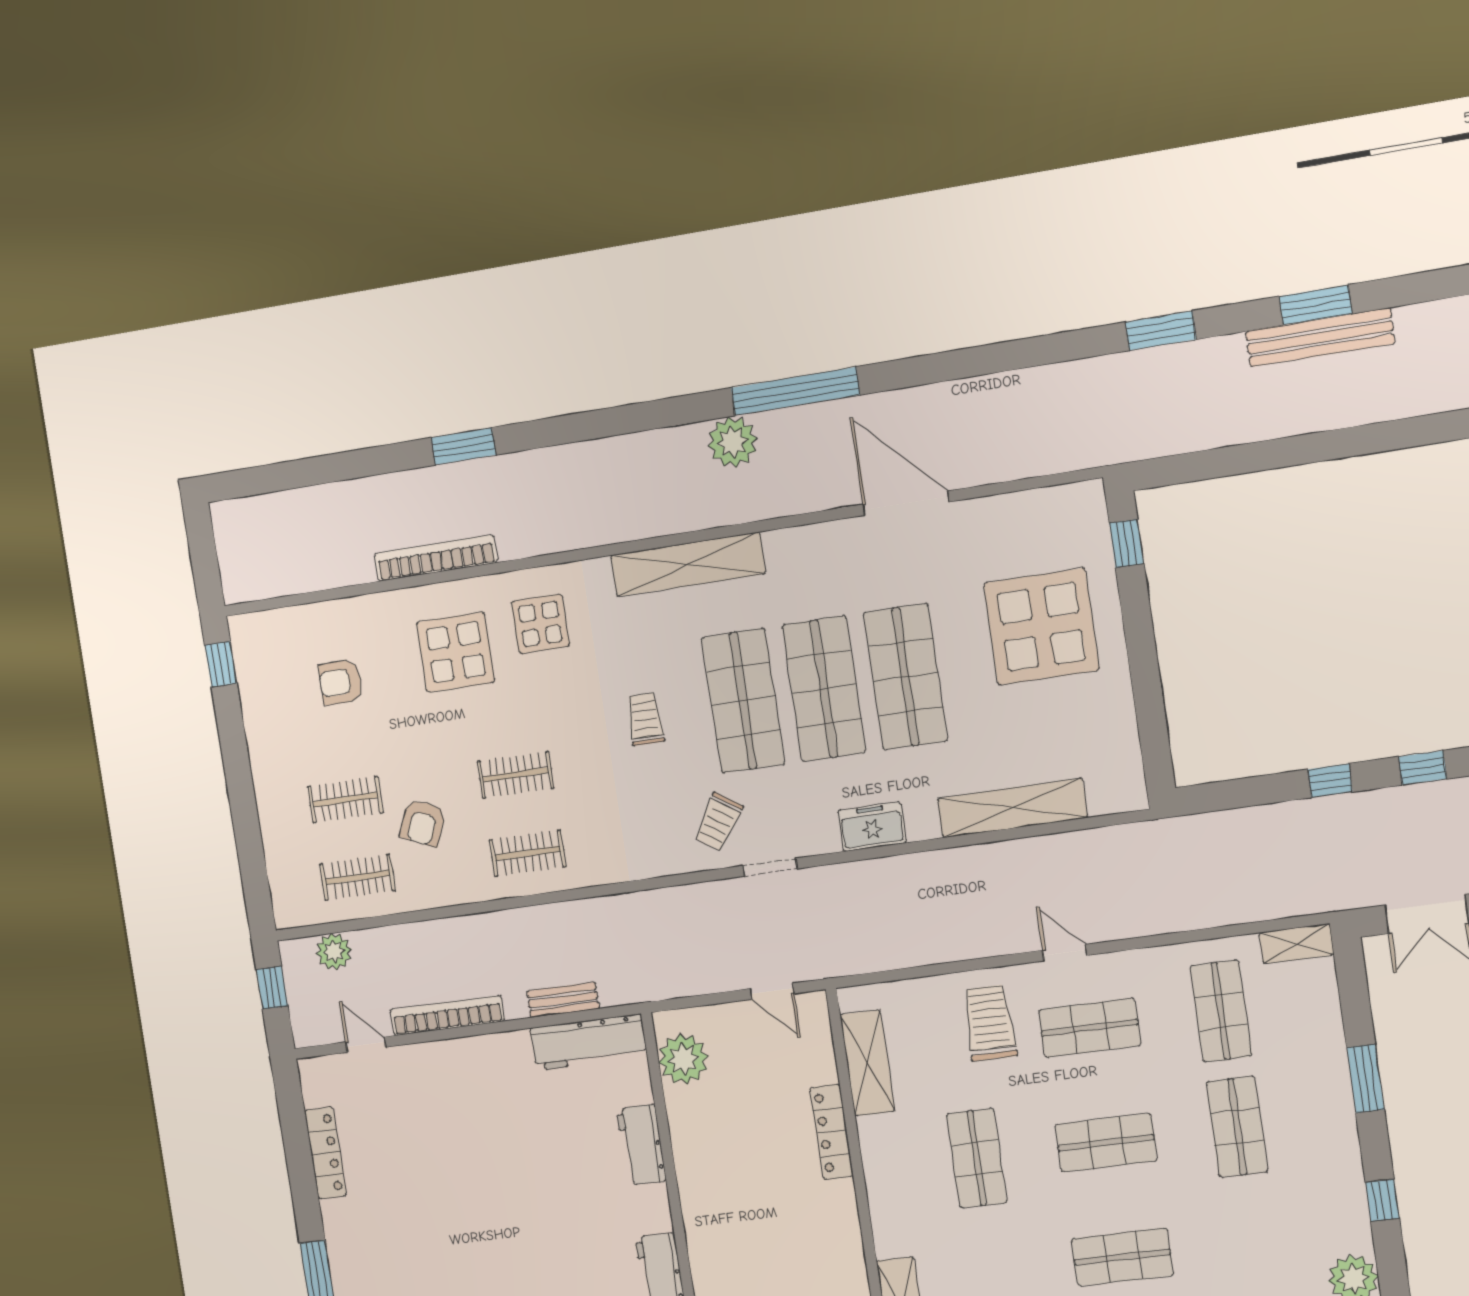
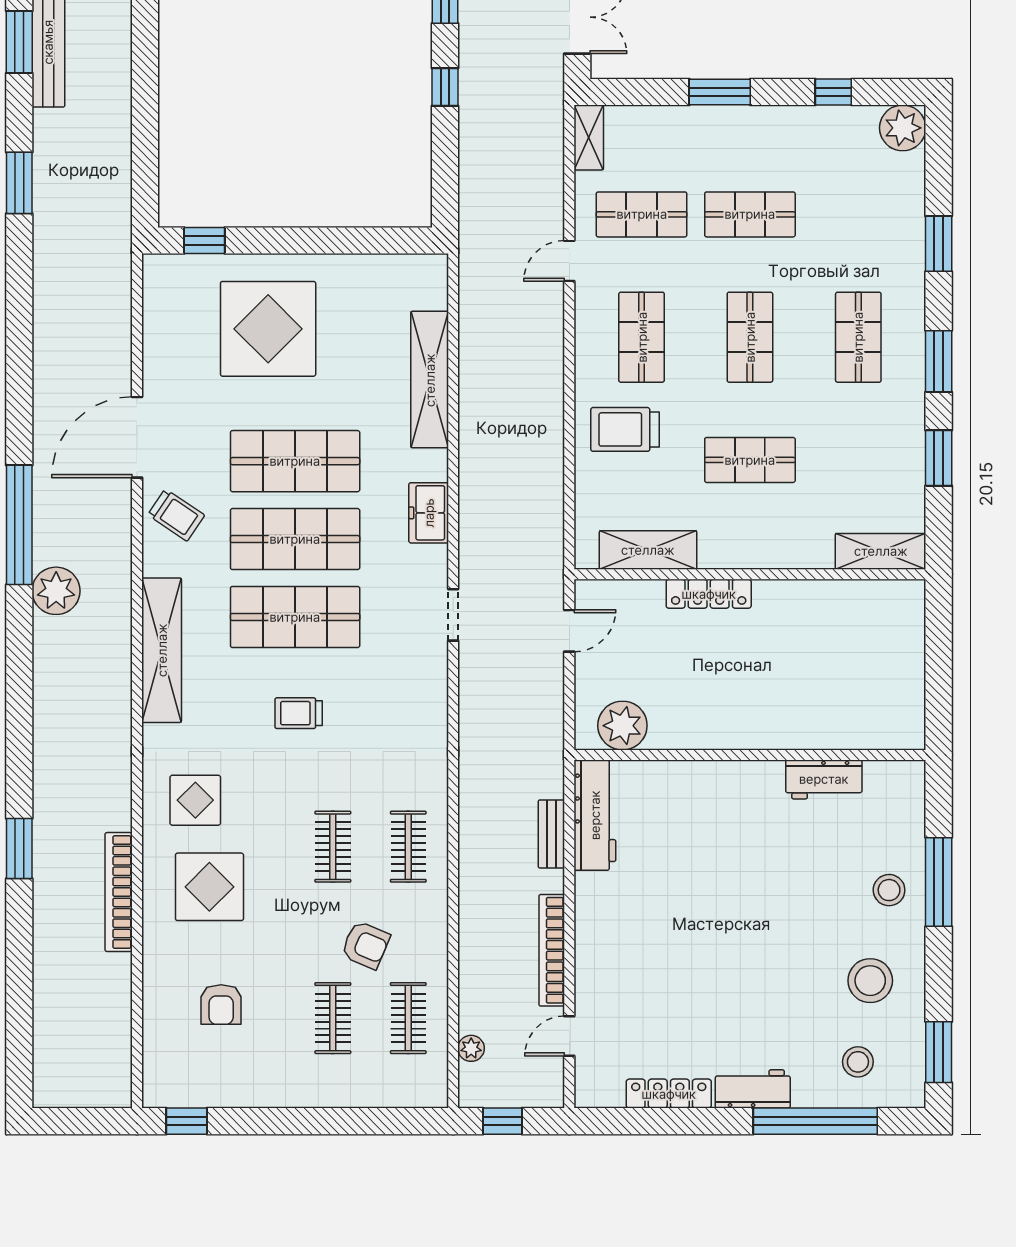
trolley: (718, 822) -> (176, 515), moved
plant: (334, 952) -> (471, 1048), width x0.73, depth x0.73
door: (1065, 953) -> (569, 261), moved
workbench: (641, 1145) -> (753, 1089), moved, turned 180

